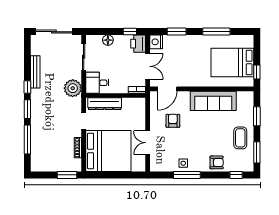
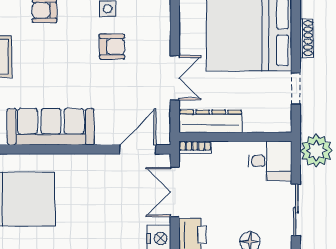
dresser: (105, 104) -> (211, 121), moved
armchair: (173, 121) -> (112, 47), moved, turned -90
double door: (148, 143) -> (175, 78), moved

